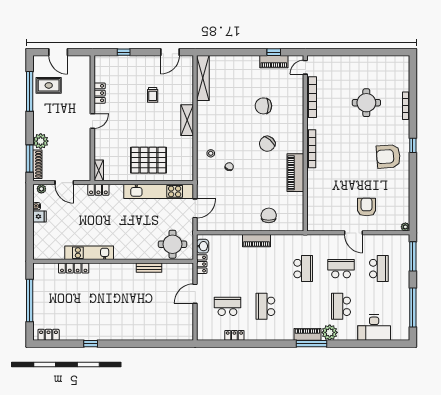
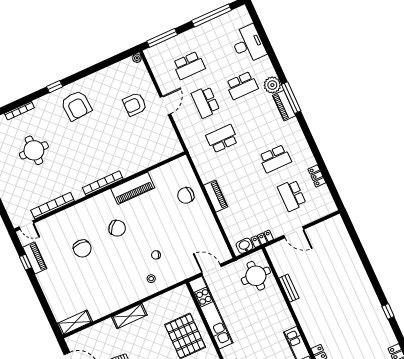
shelving: (203, 78) -> (75, 323), width x0.68
school desk: (379, 269) -> (189, 65), turned 180

